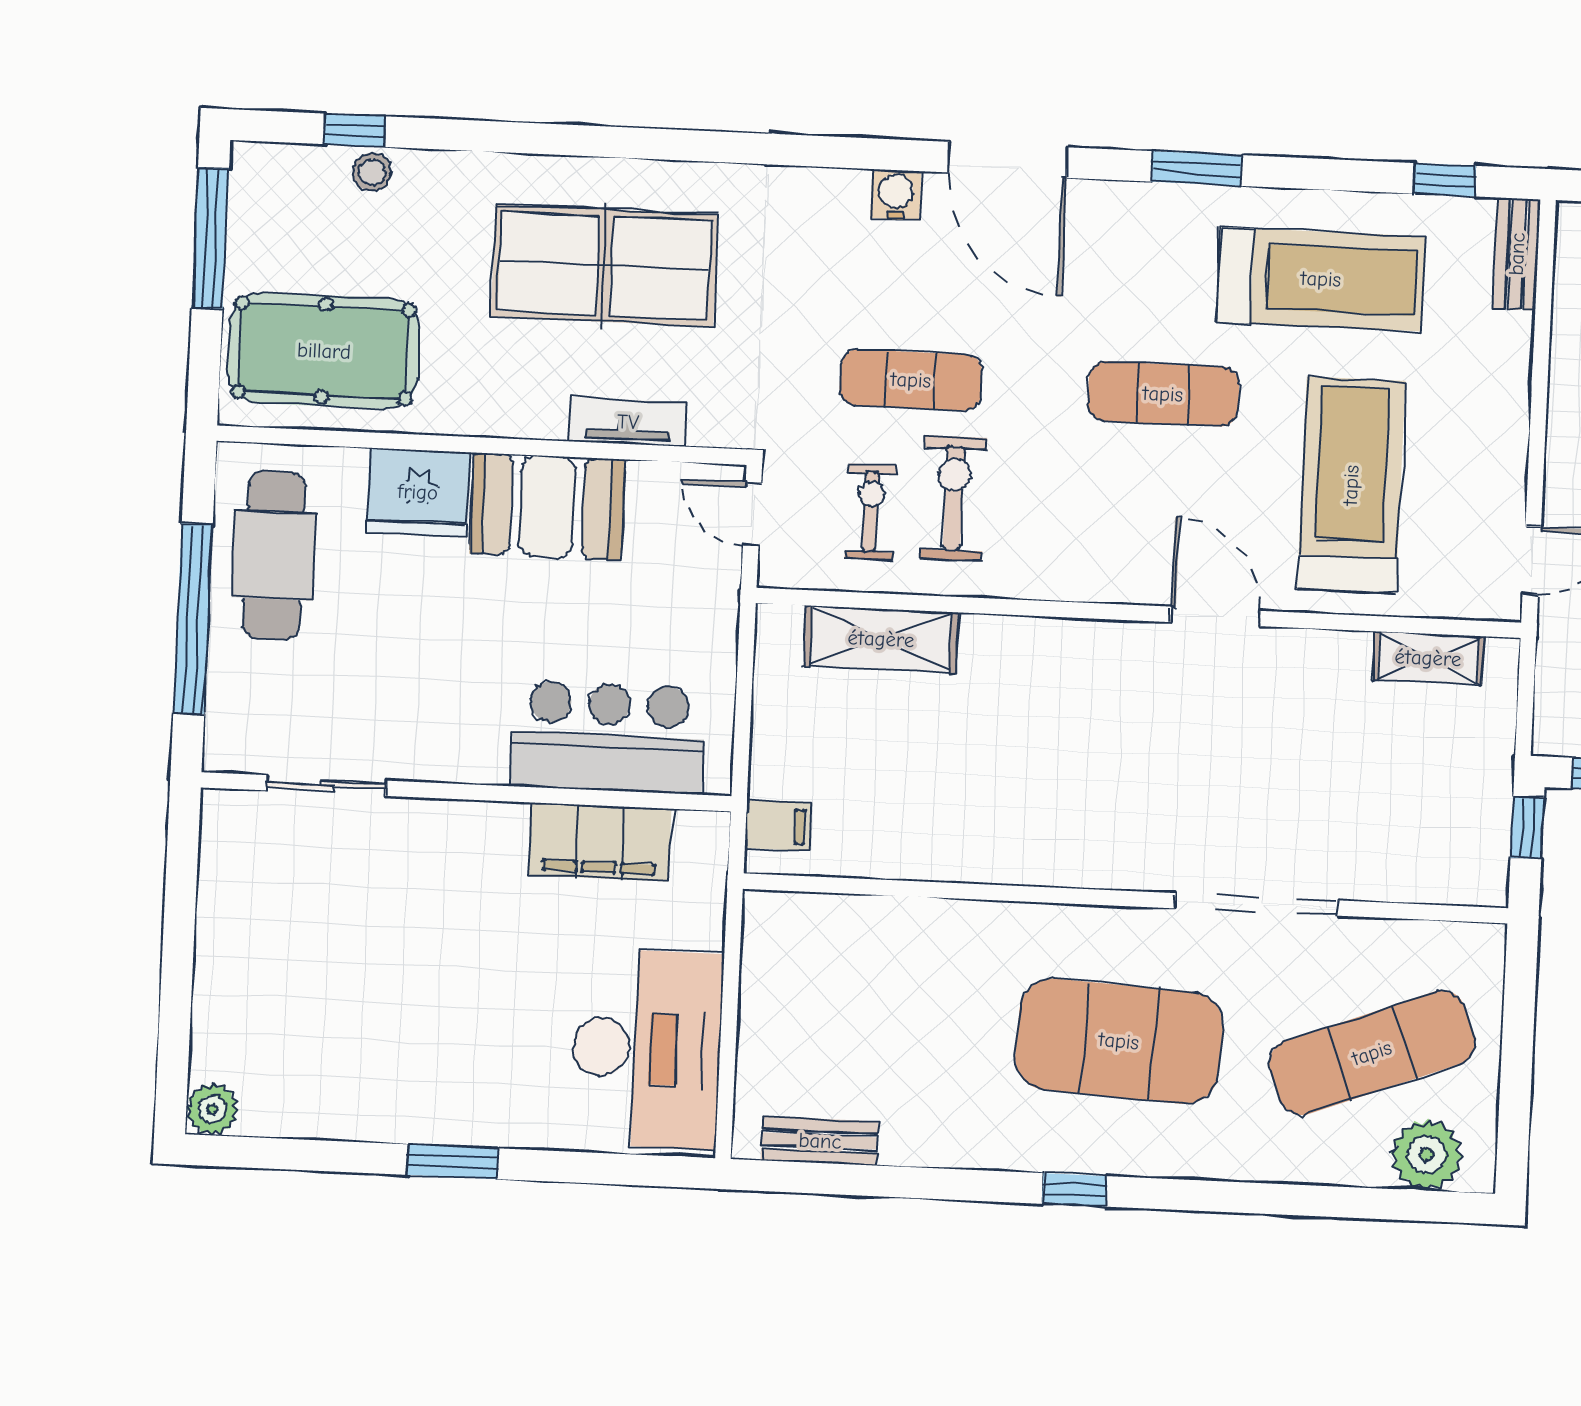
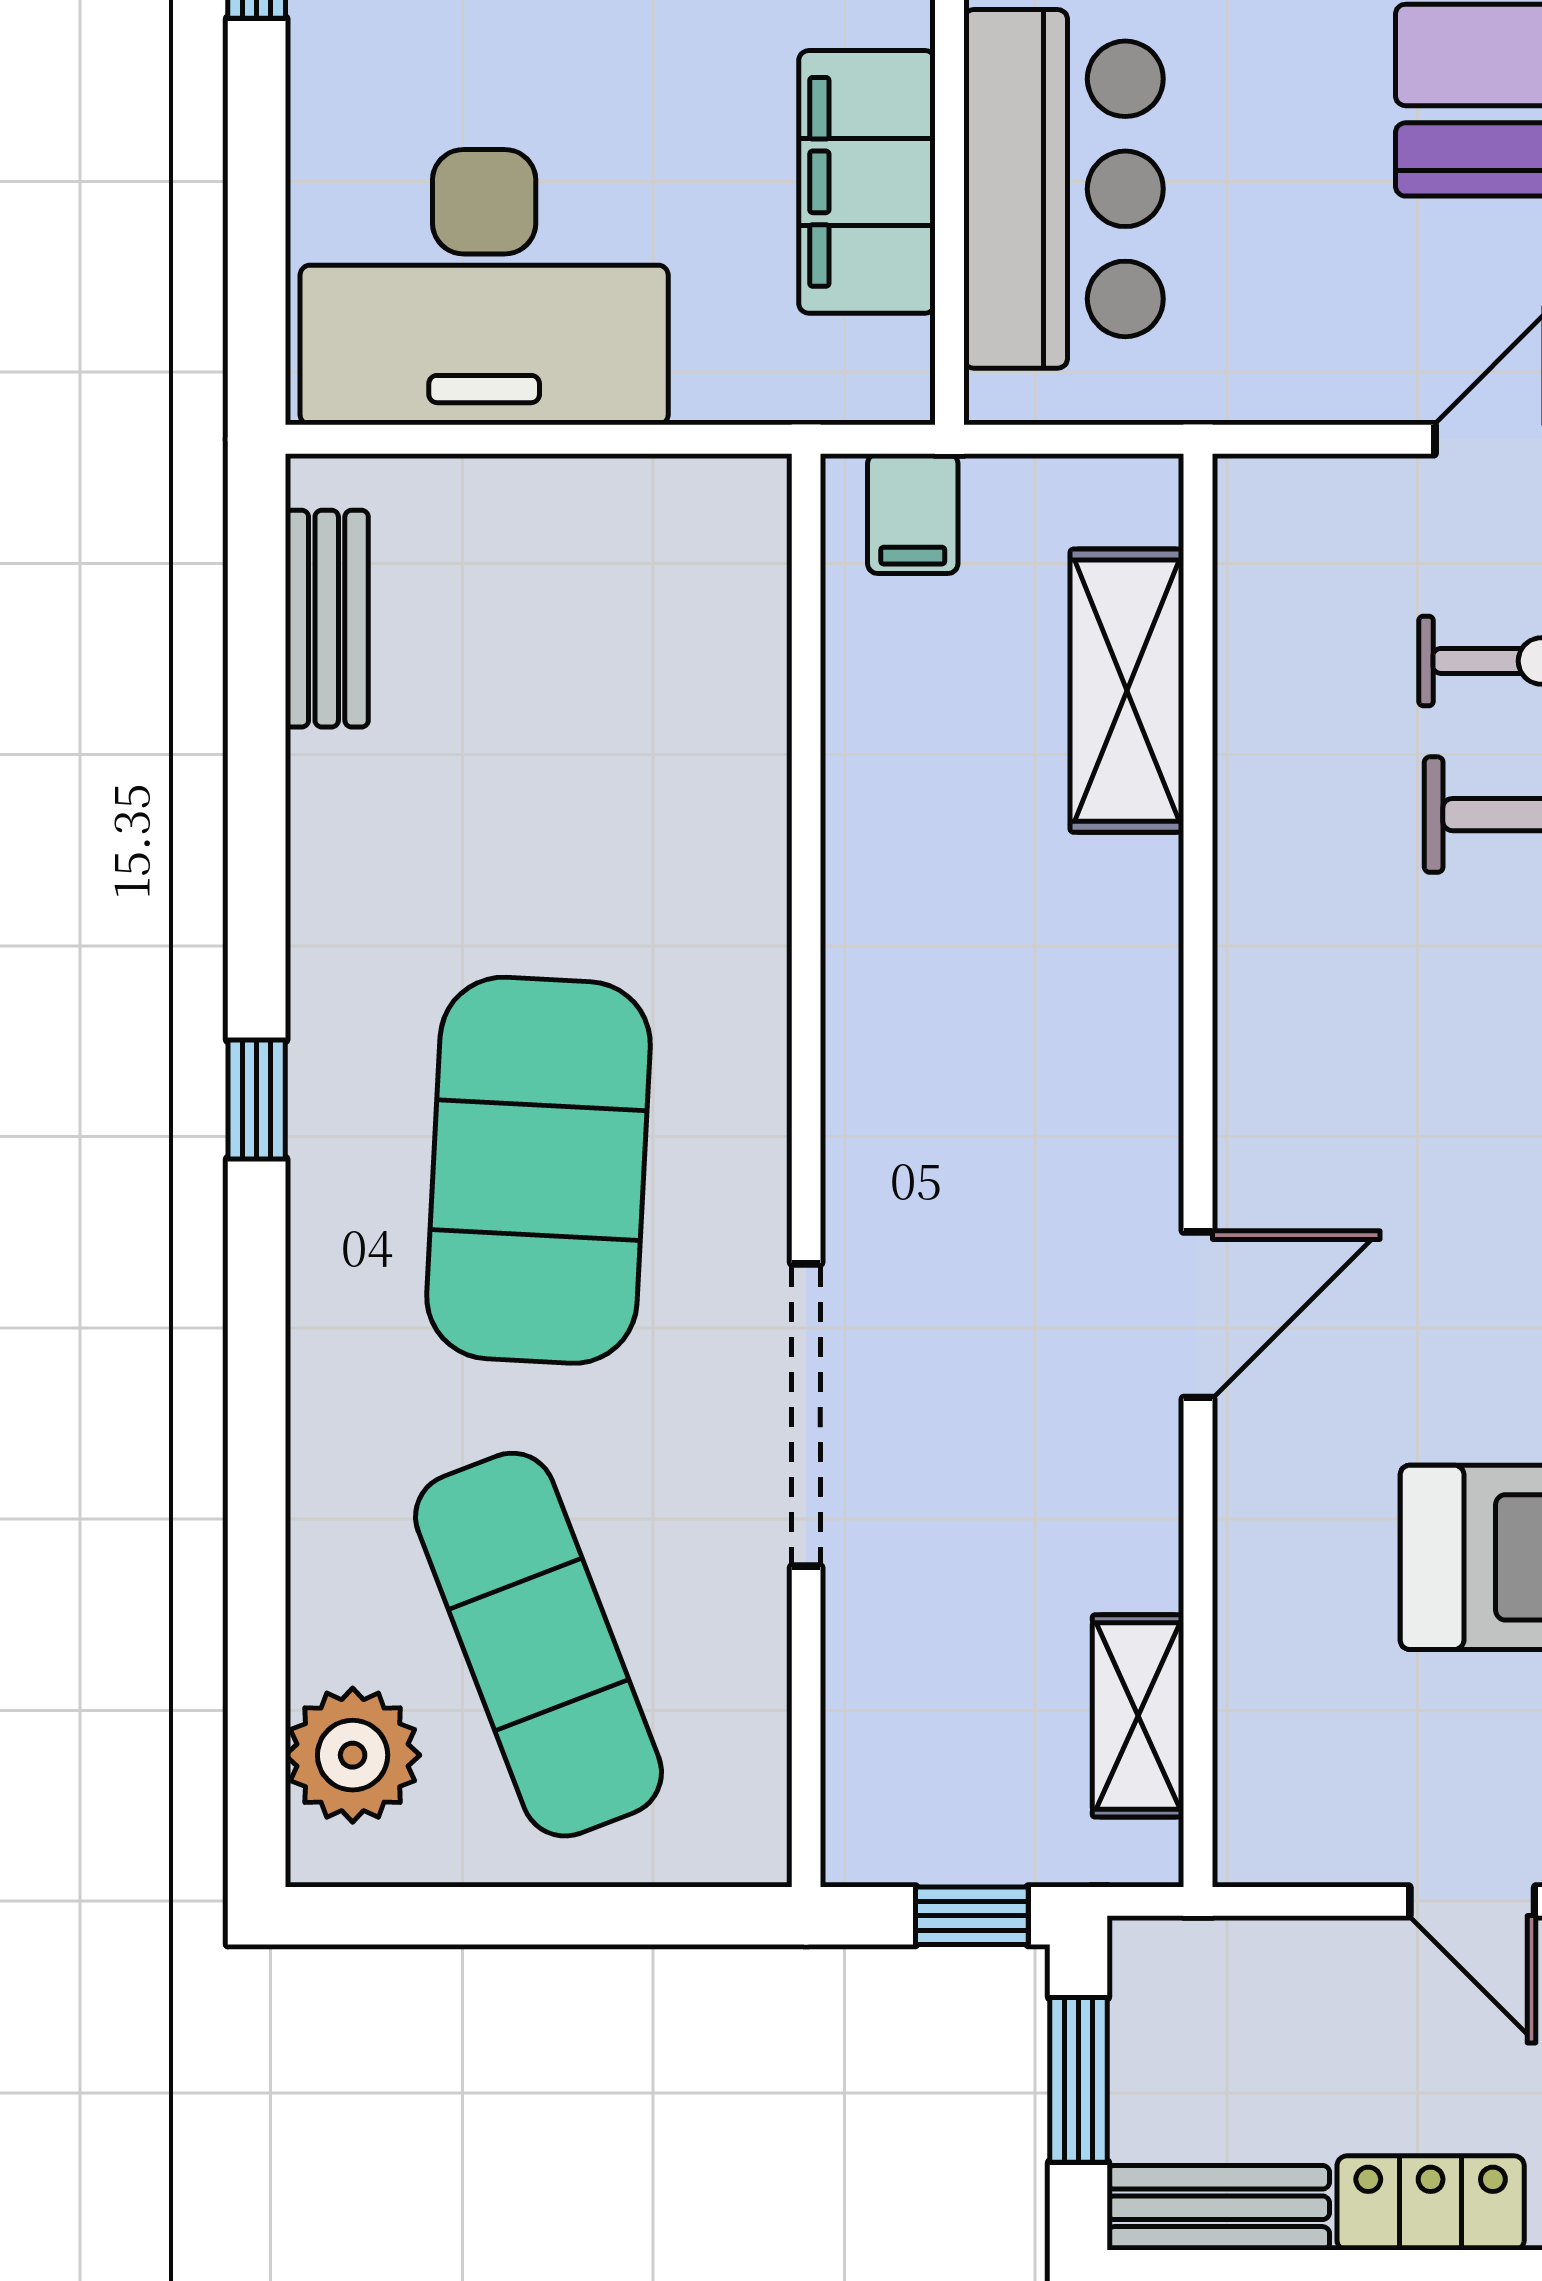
wall: (1139, 613) -> (1198, 1170), moved
door: (1216, 616) -> (1198, 1315), moved
shelving: (881, 639) -> (1127, 691), moved
shelving: (1428, 658) -> (1138, 1716), moved

